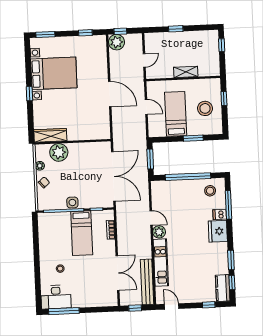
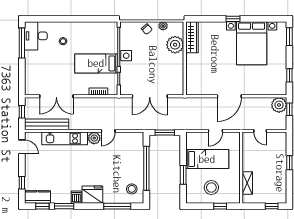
shelving: (186, 72) -> (247, 183), moved
double door: (113, 176) -> (150, 96), width x0.73
dishwasher: (220, 214) -> (76, 197), moved
door: (172, 306) -> (22, 147), hinge flipped

